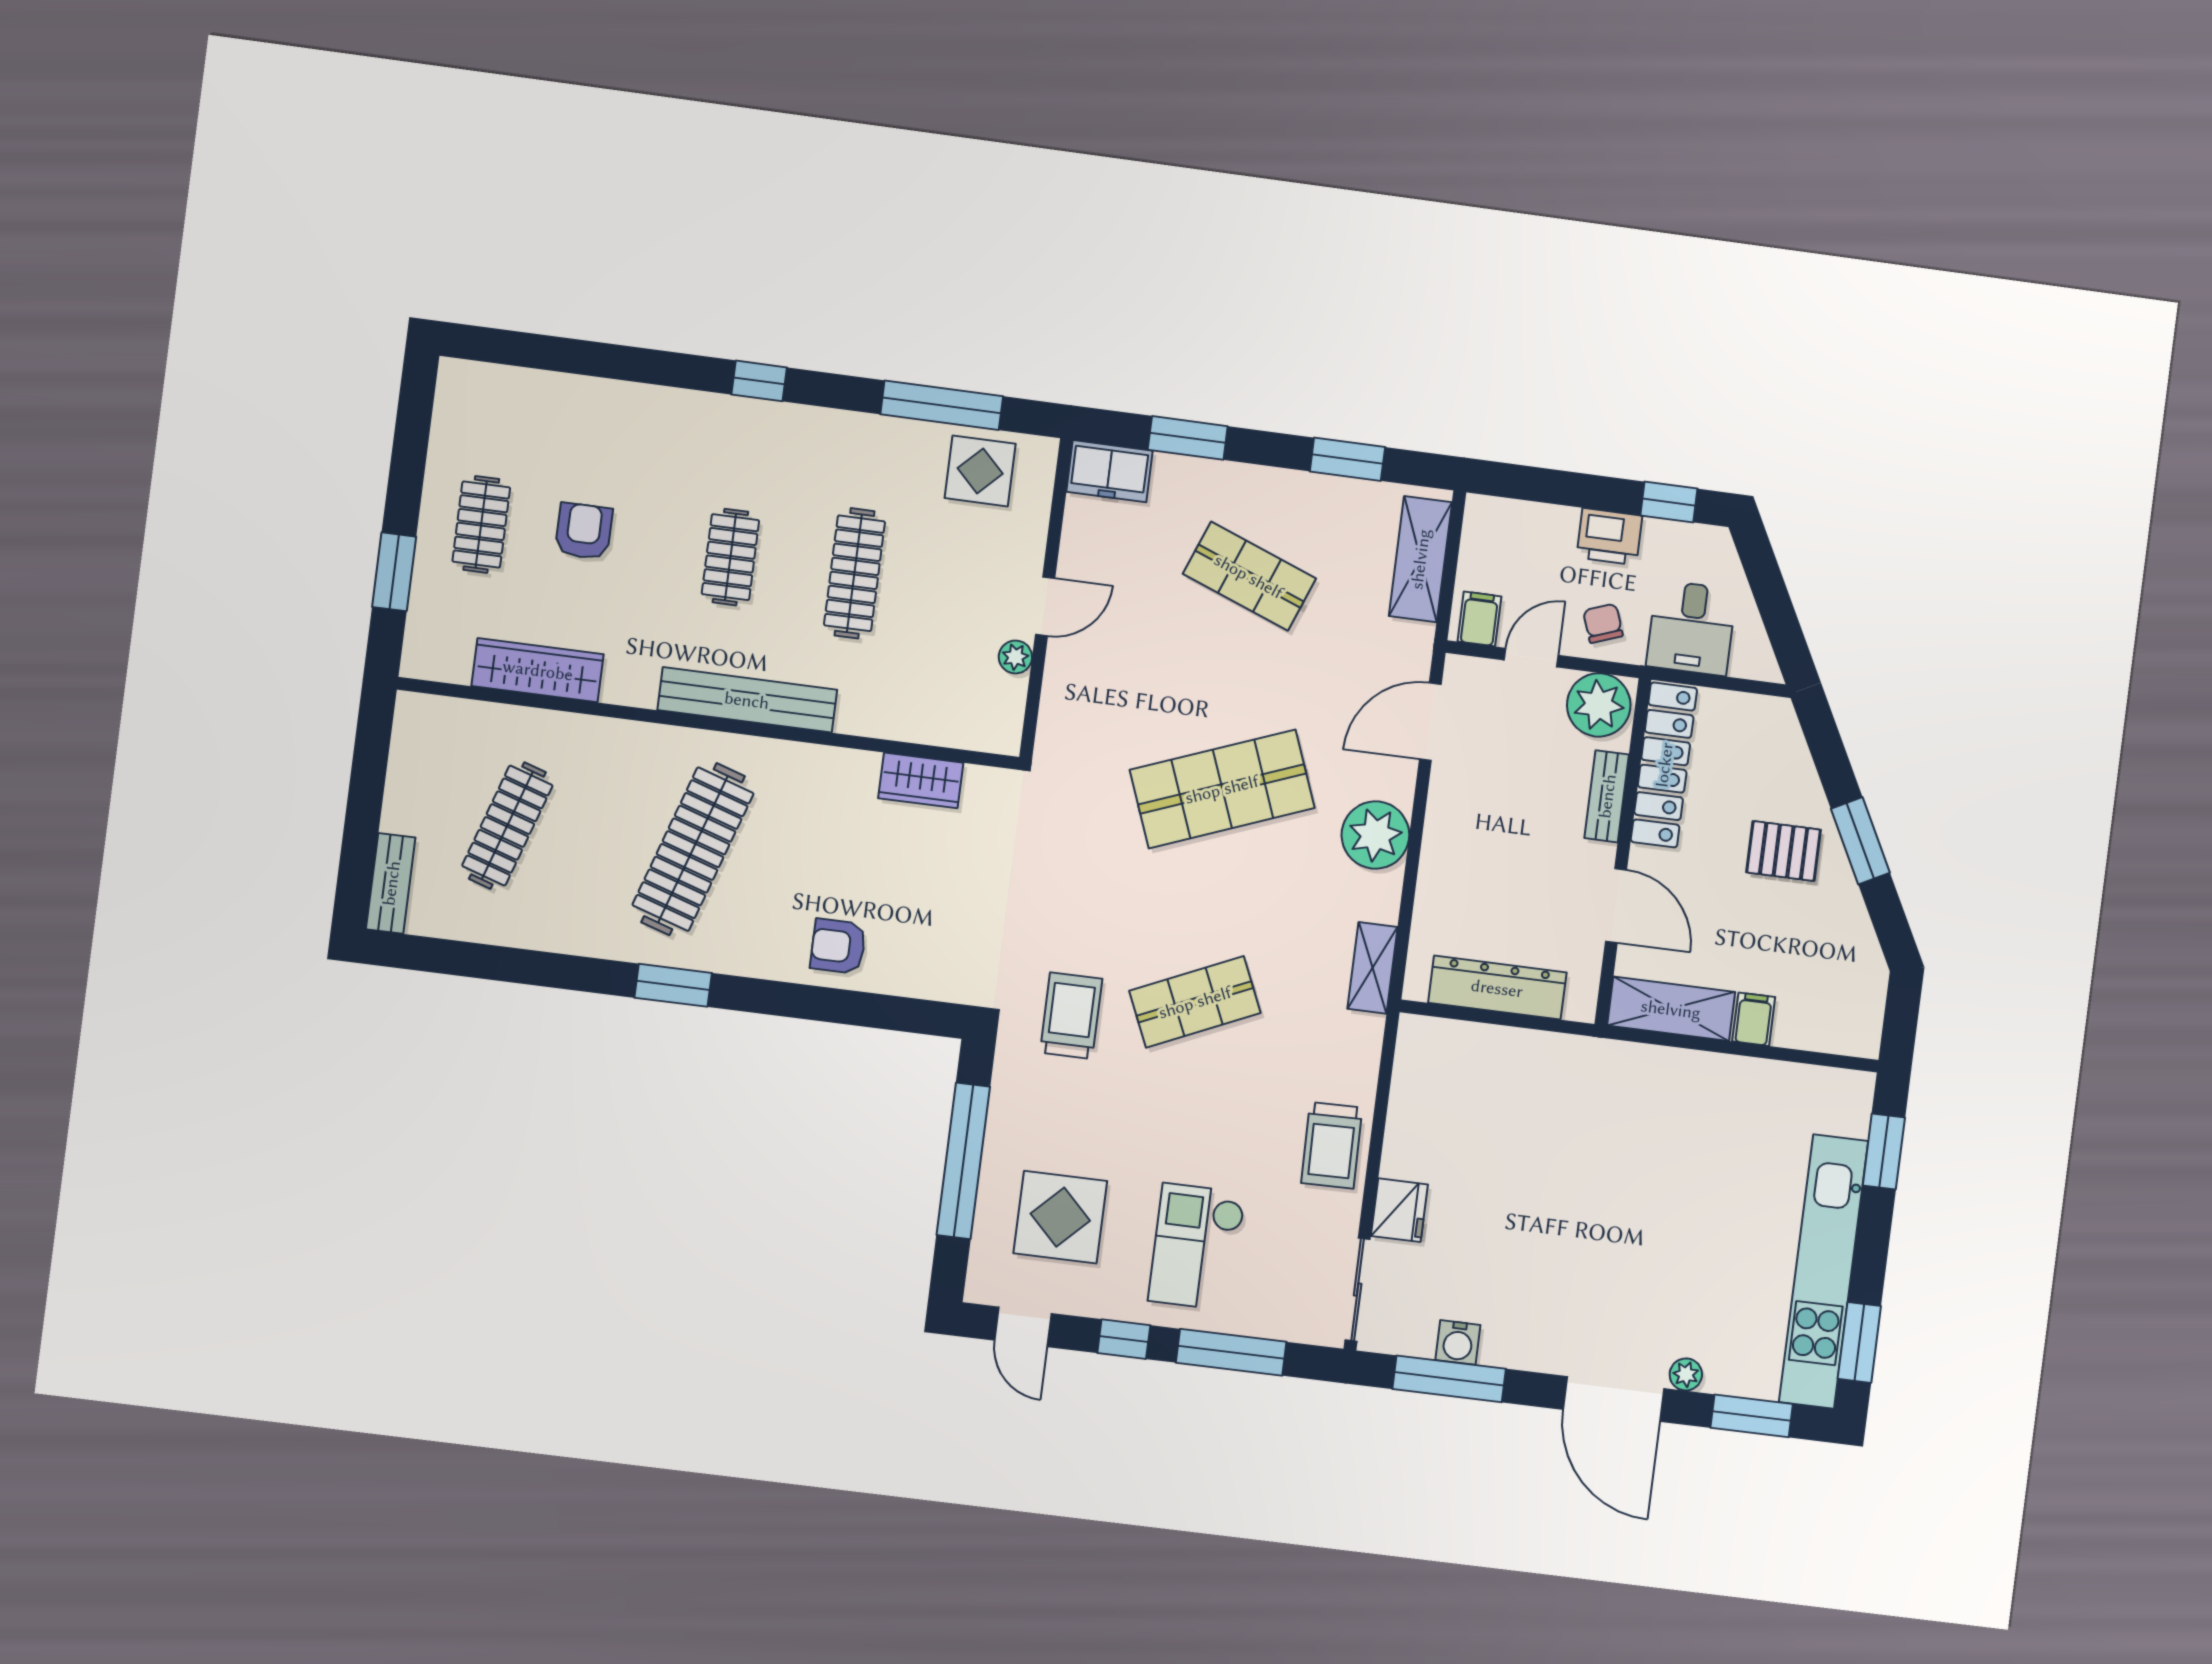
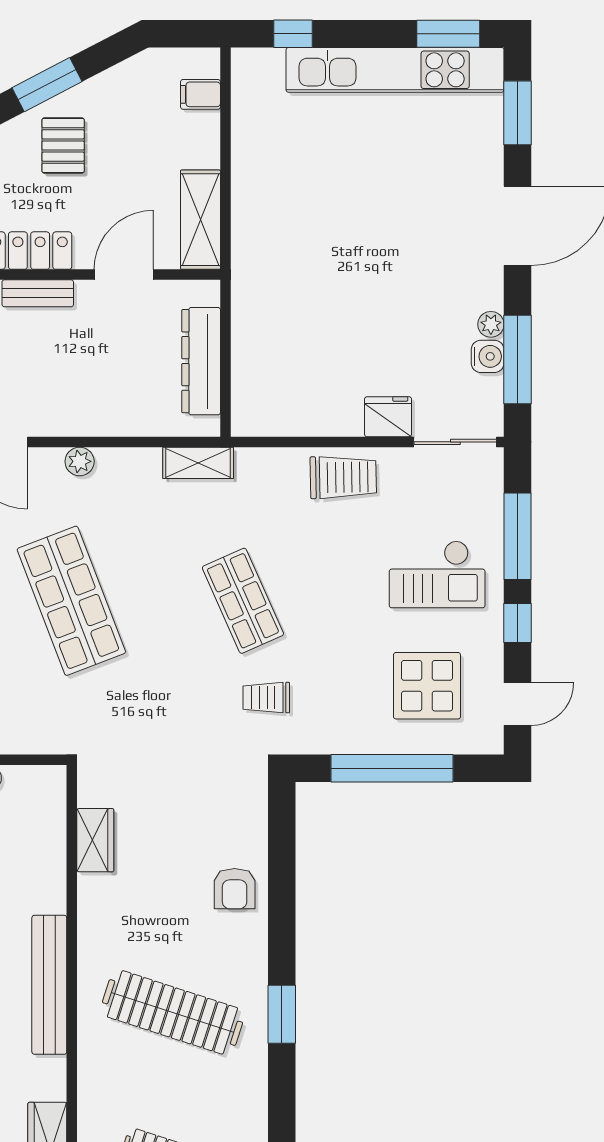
plant: (1375, 835) -> (80, 461), width x0.53, depth x0.53
trolley: (1071, 1016) -> (266, 698), width x0.73, depth x0.72
filing cabinet: (1754, 1019) -> (200, 94), moved
window: (1884, 1152) -> (293, 34), width x0.67
plant: (1686, 1374) -> (491, 324), moved

